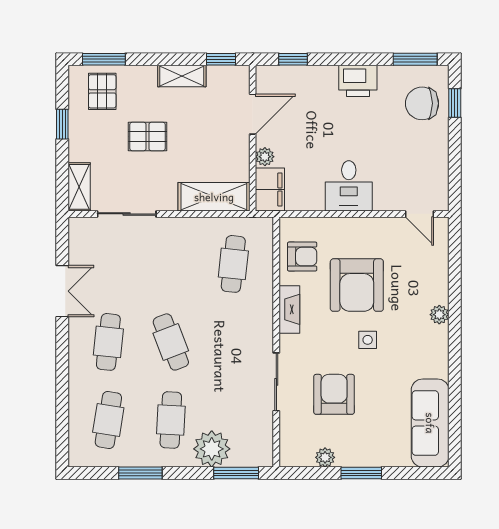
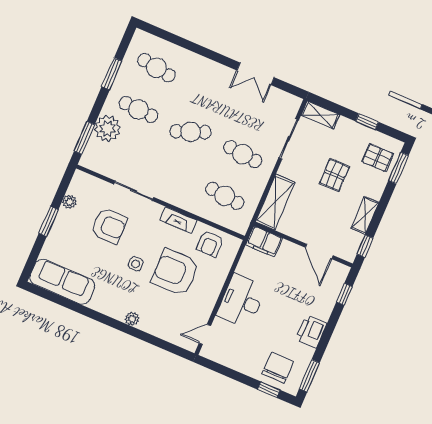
plant: (265, 157) -> (287, 248), removed
desk: (349, 186) -> (241, 301), width x1.37
cafe table: (108, 342) -> (243, 154), moved

